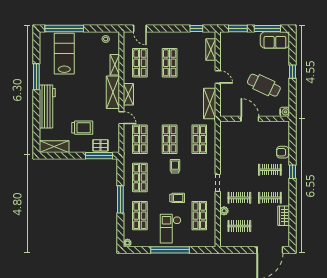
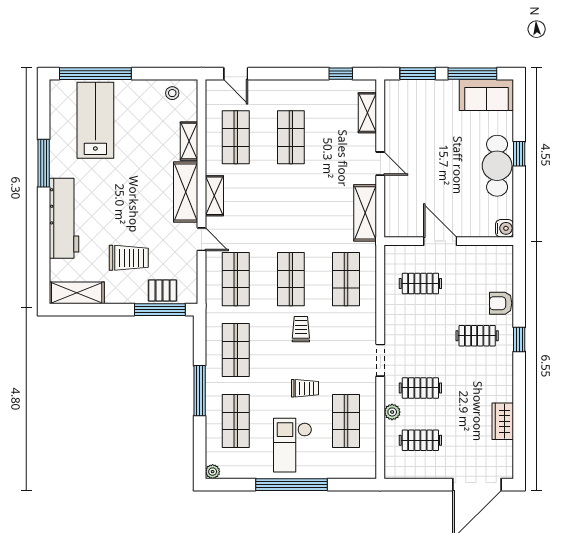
cafe table: (264, 85) -> (497, 166), moved, turned 65
clothes rail: (270, 198) -> (420, 284), moved

